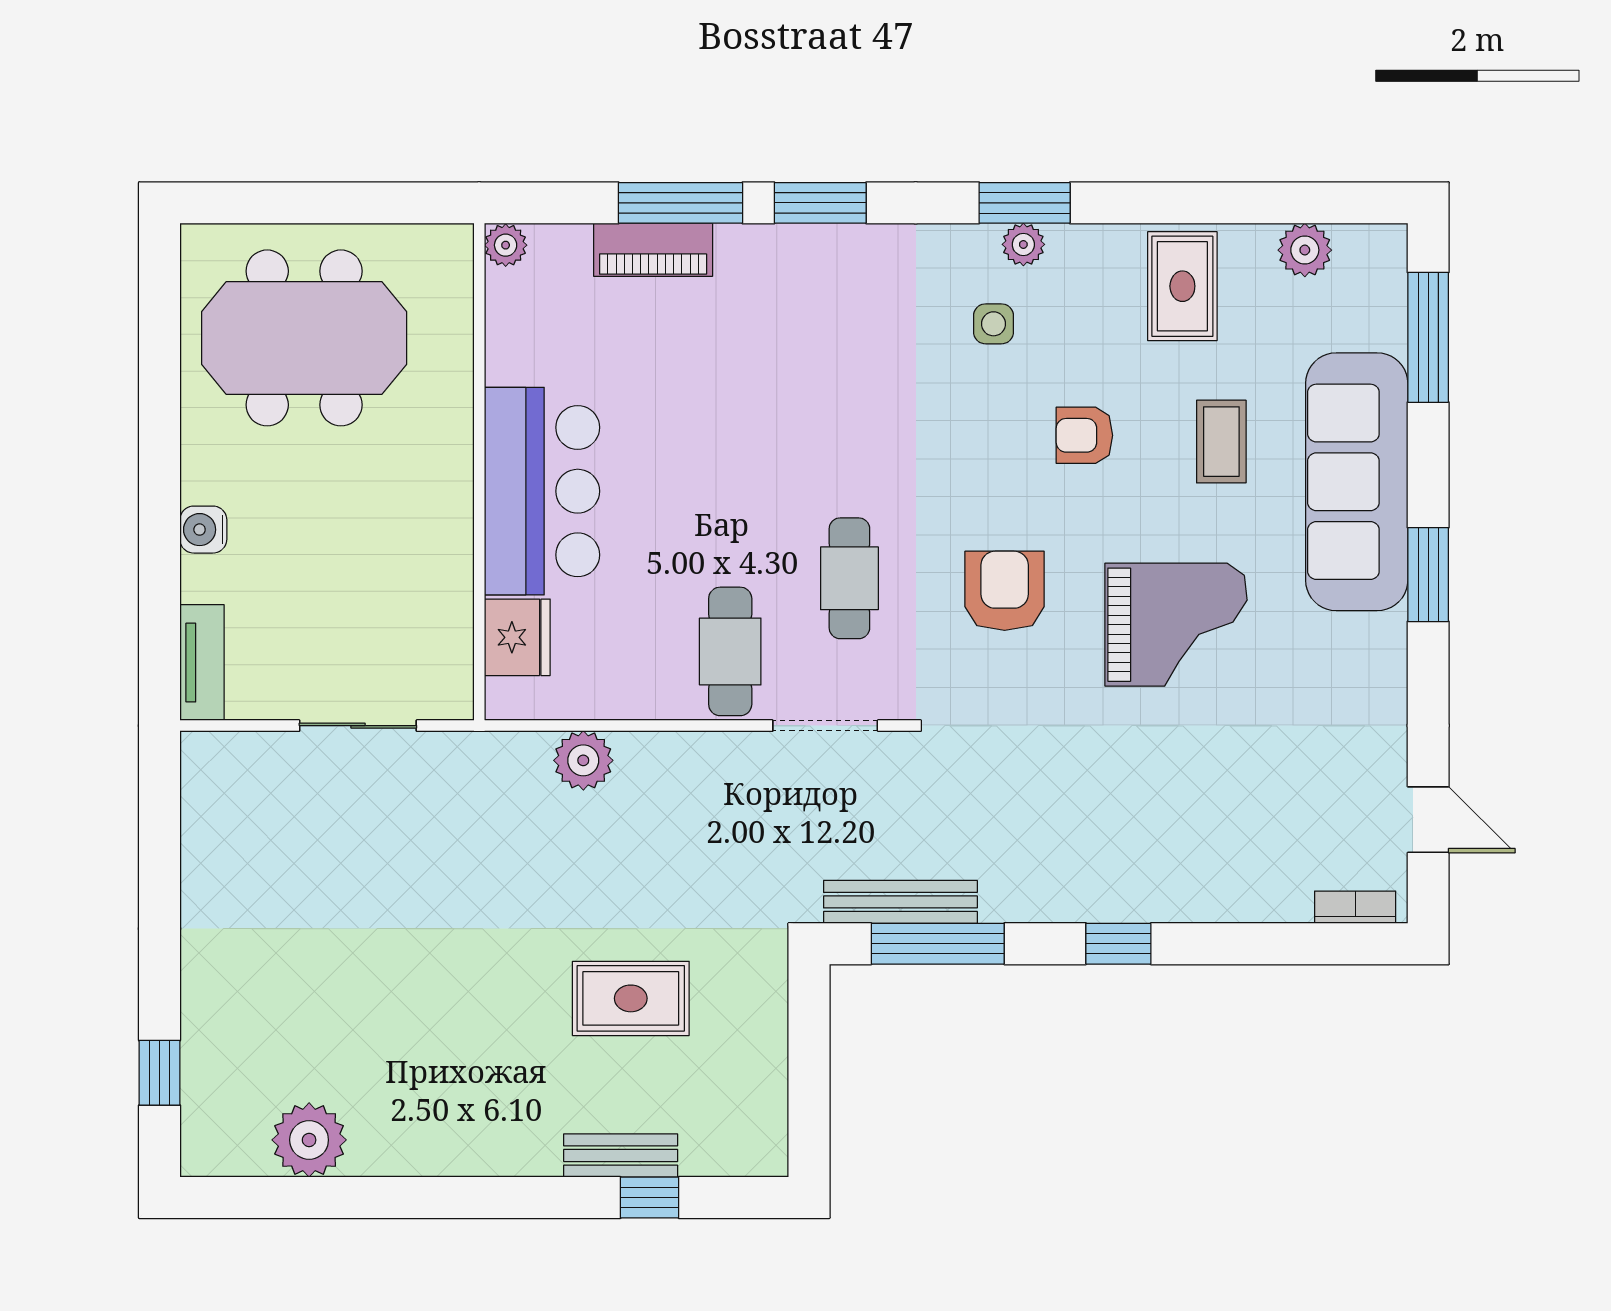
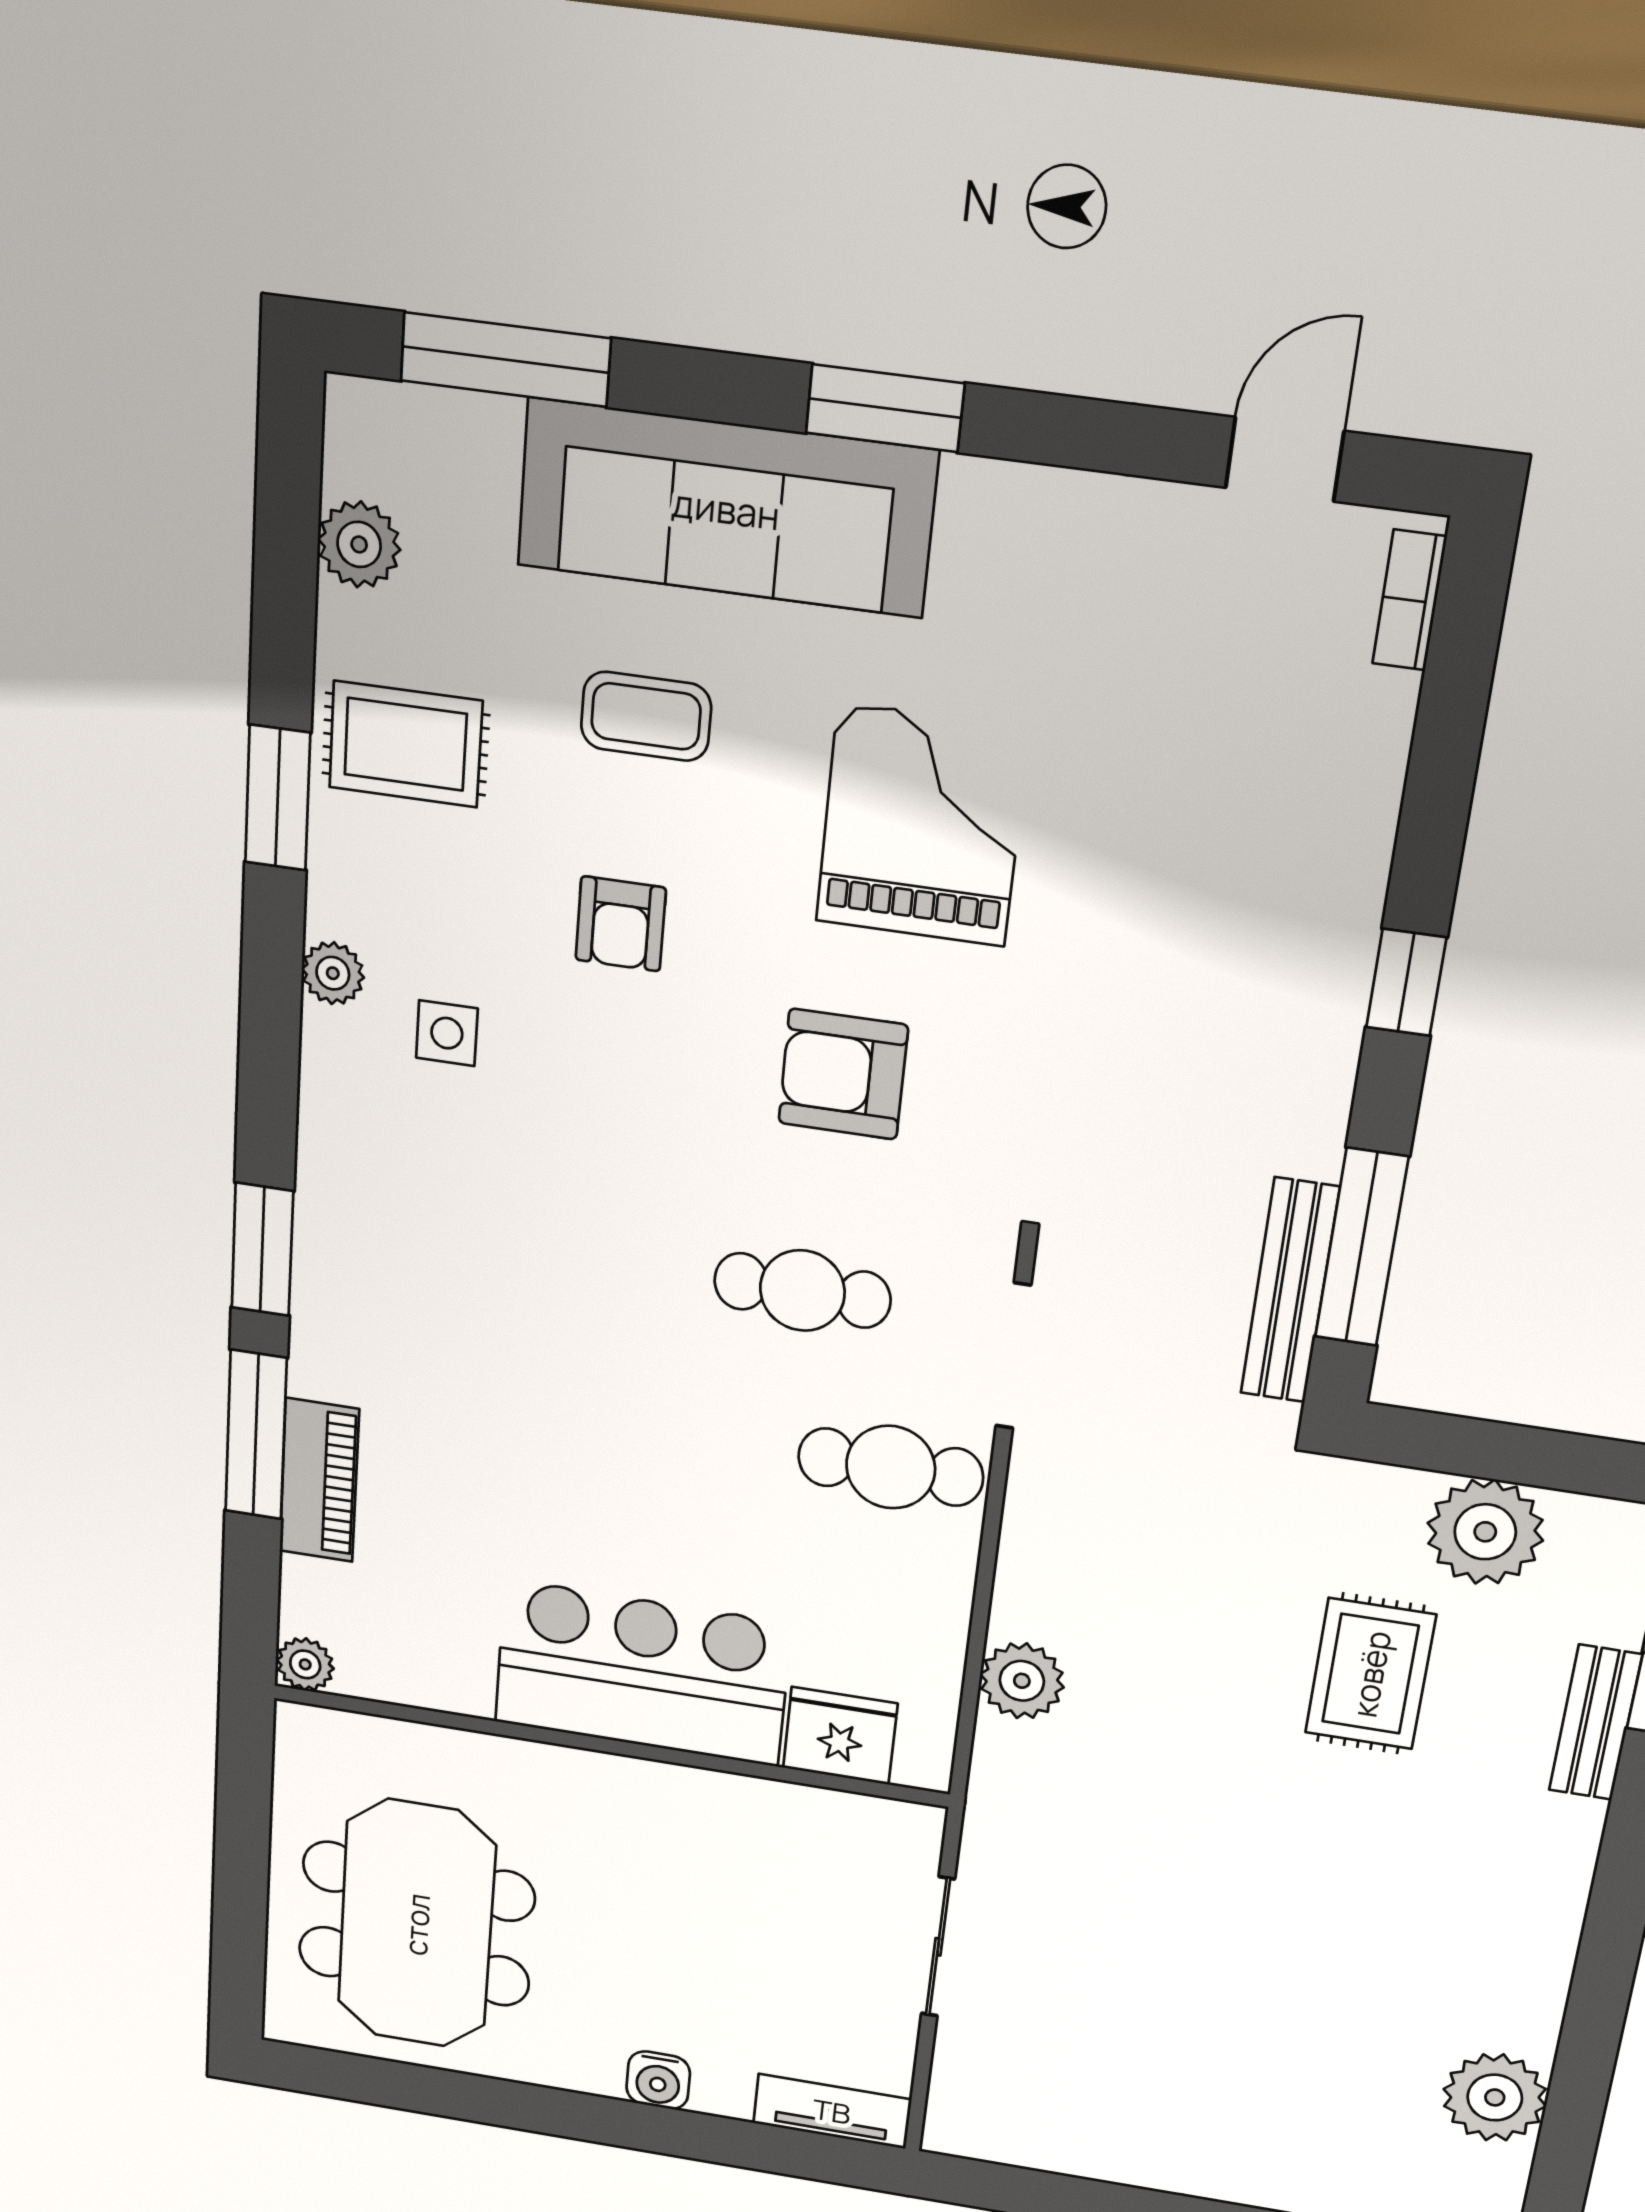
window: (1025, 203) -> (278, 798), moved
plant: (750, 1057) -> (1485, 1532), added

